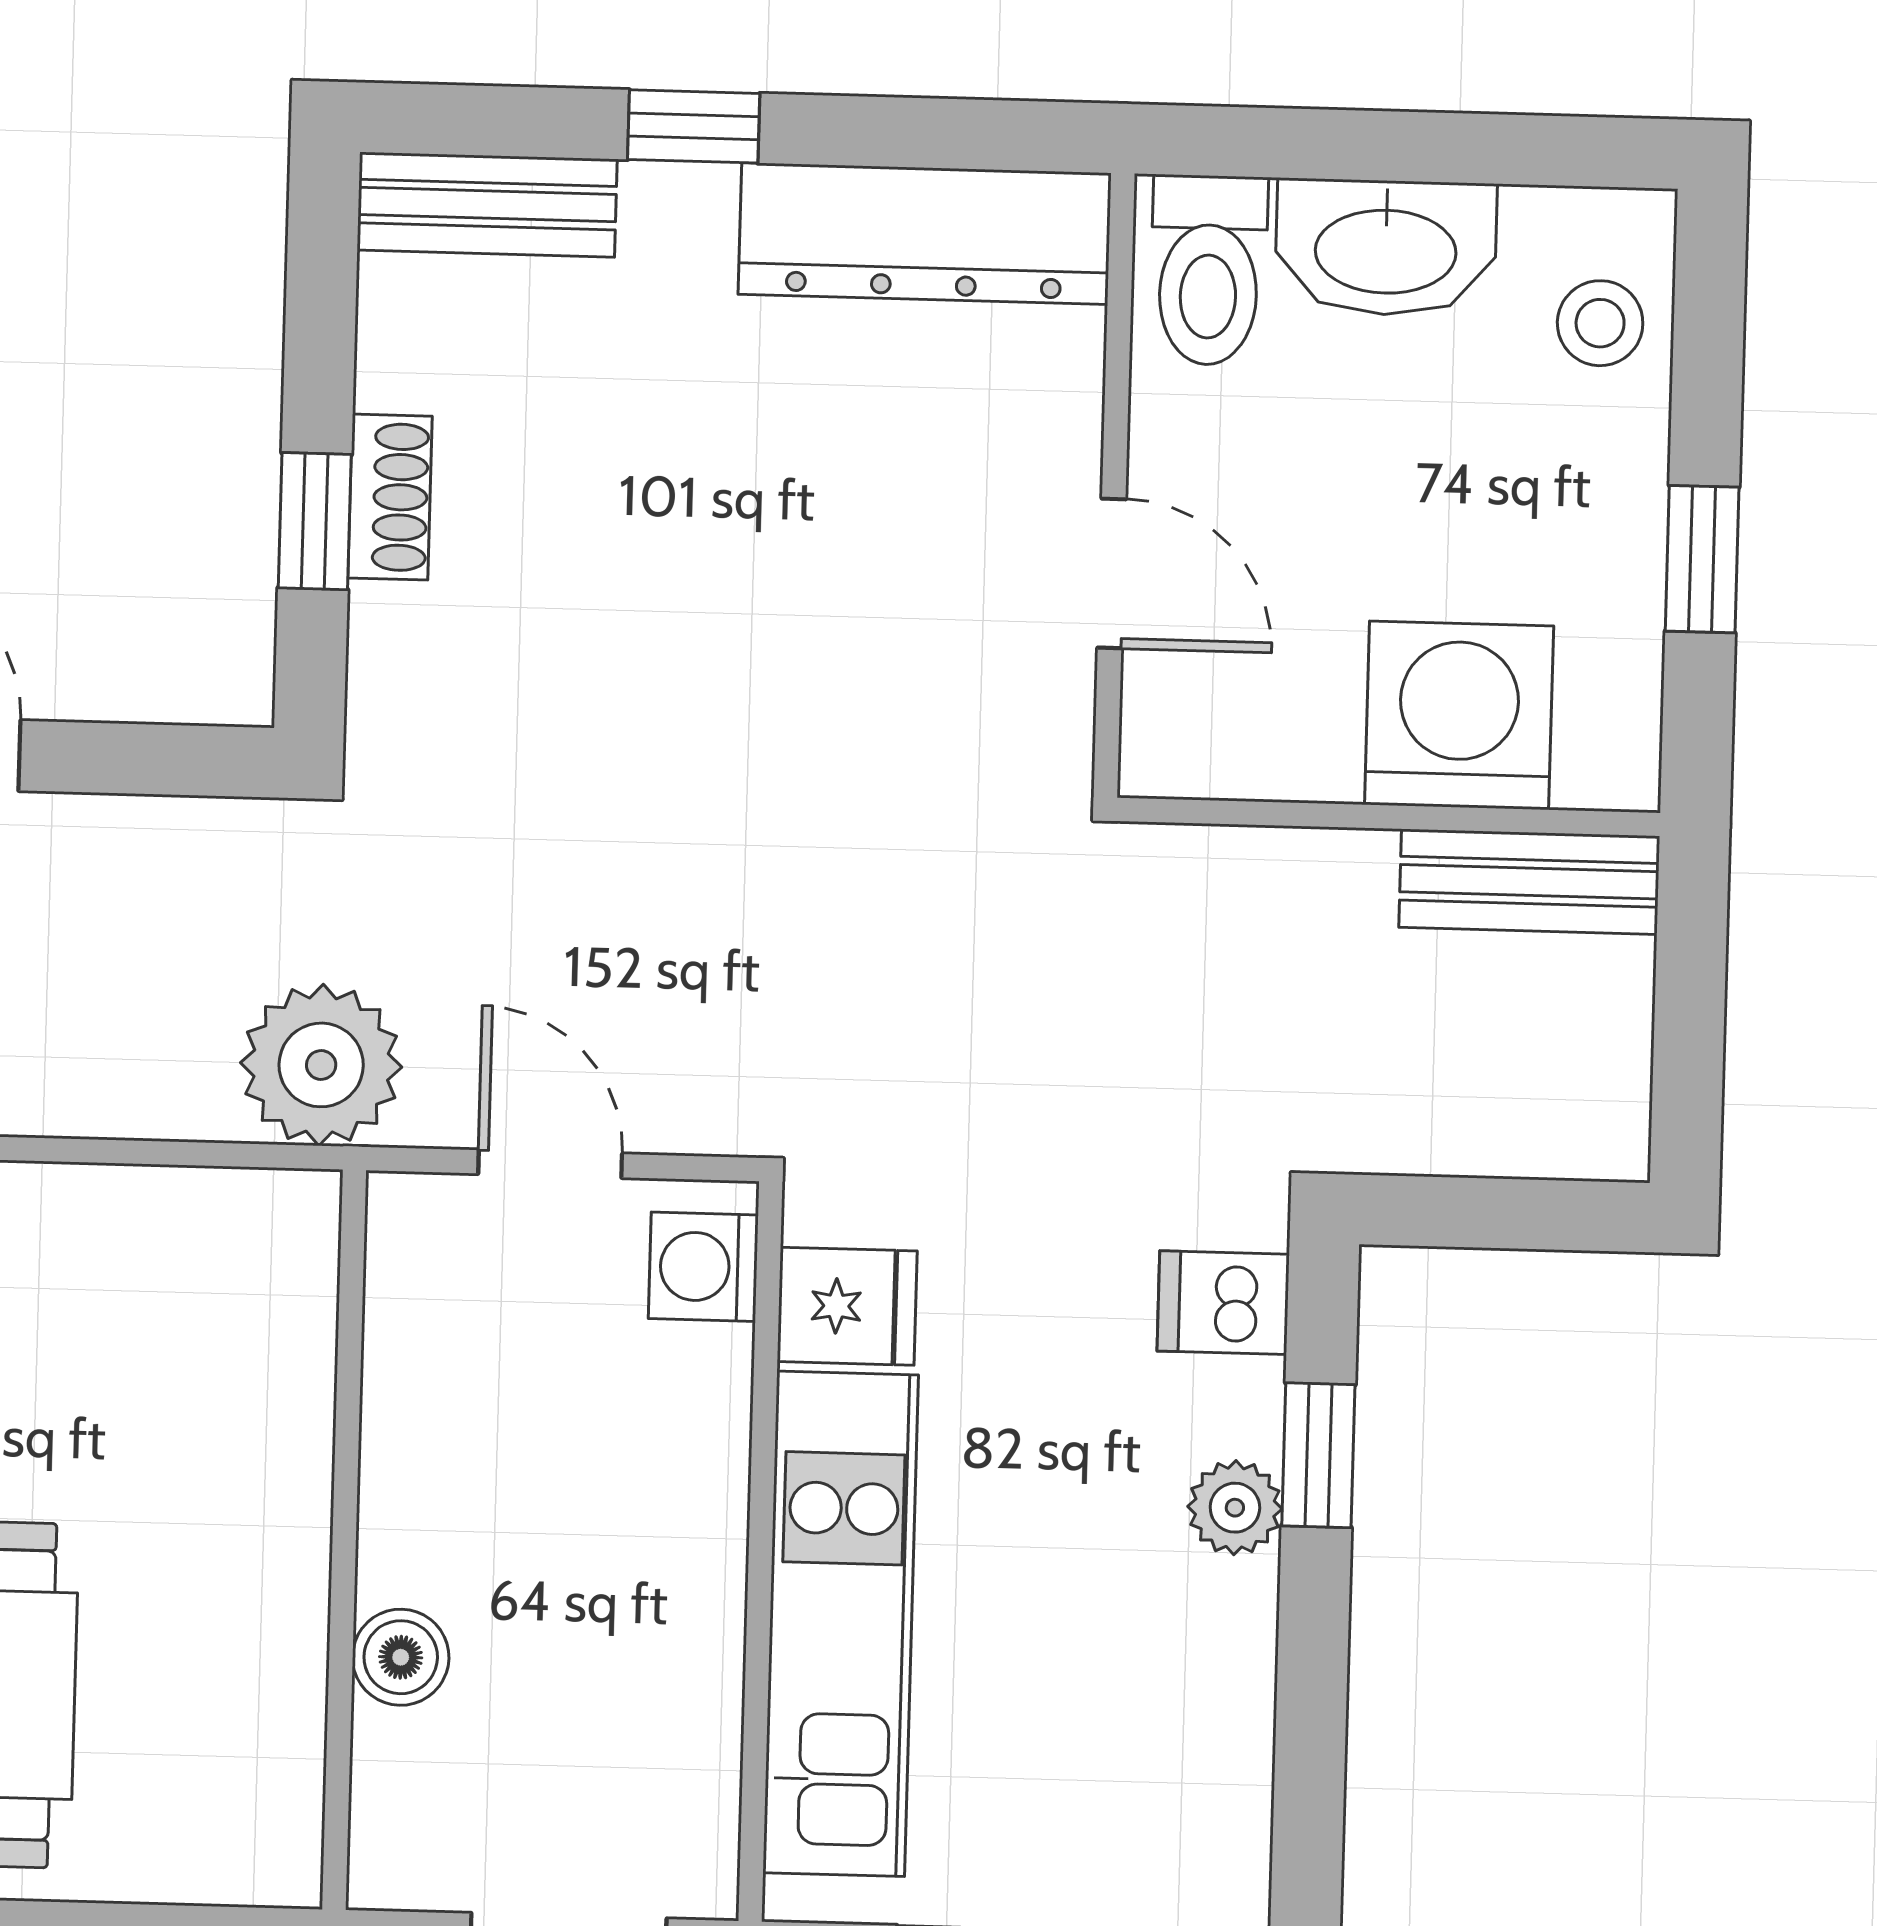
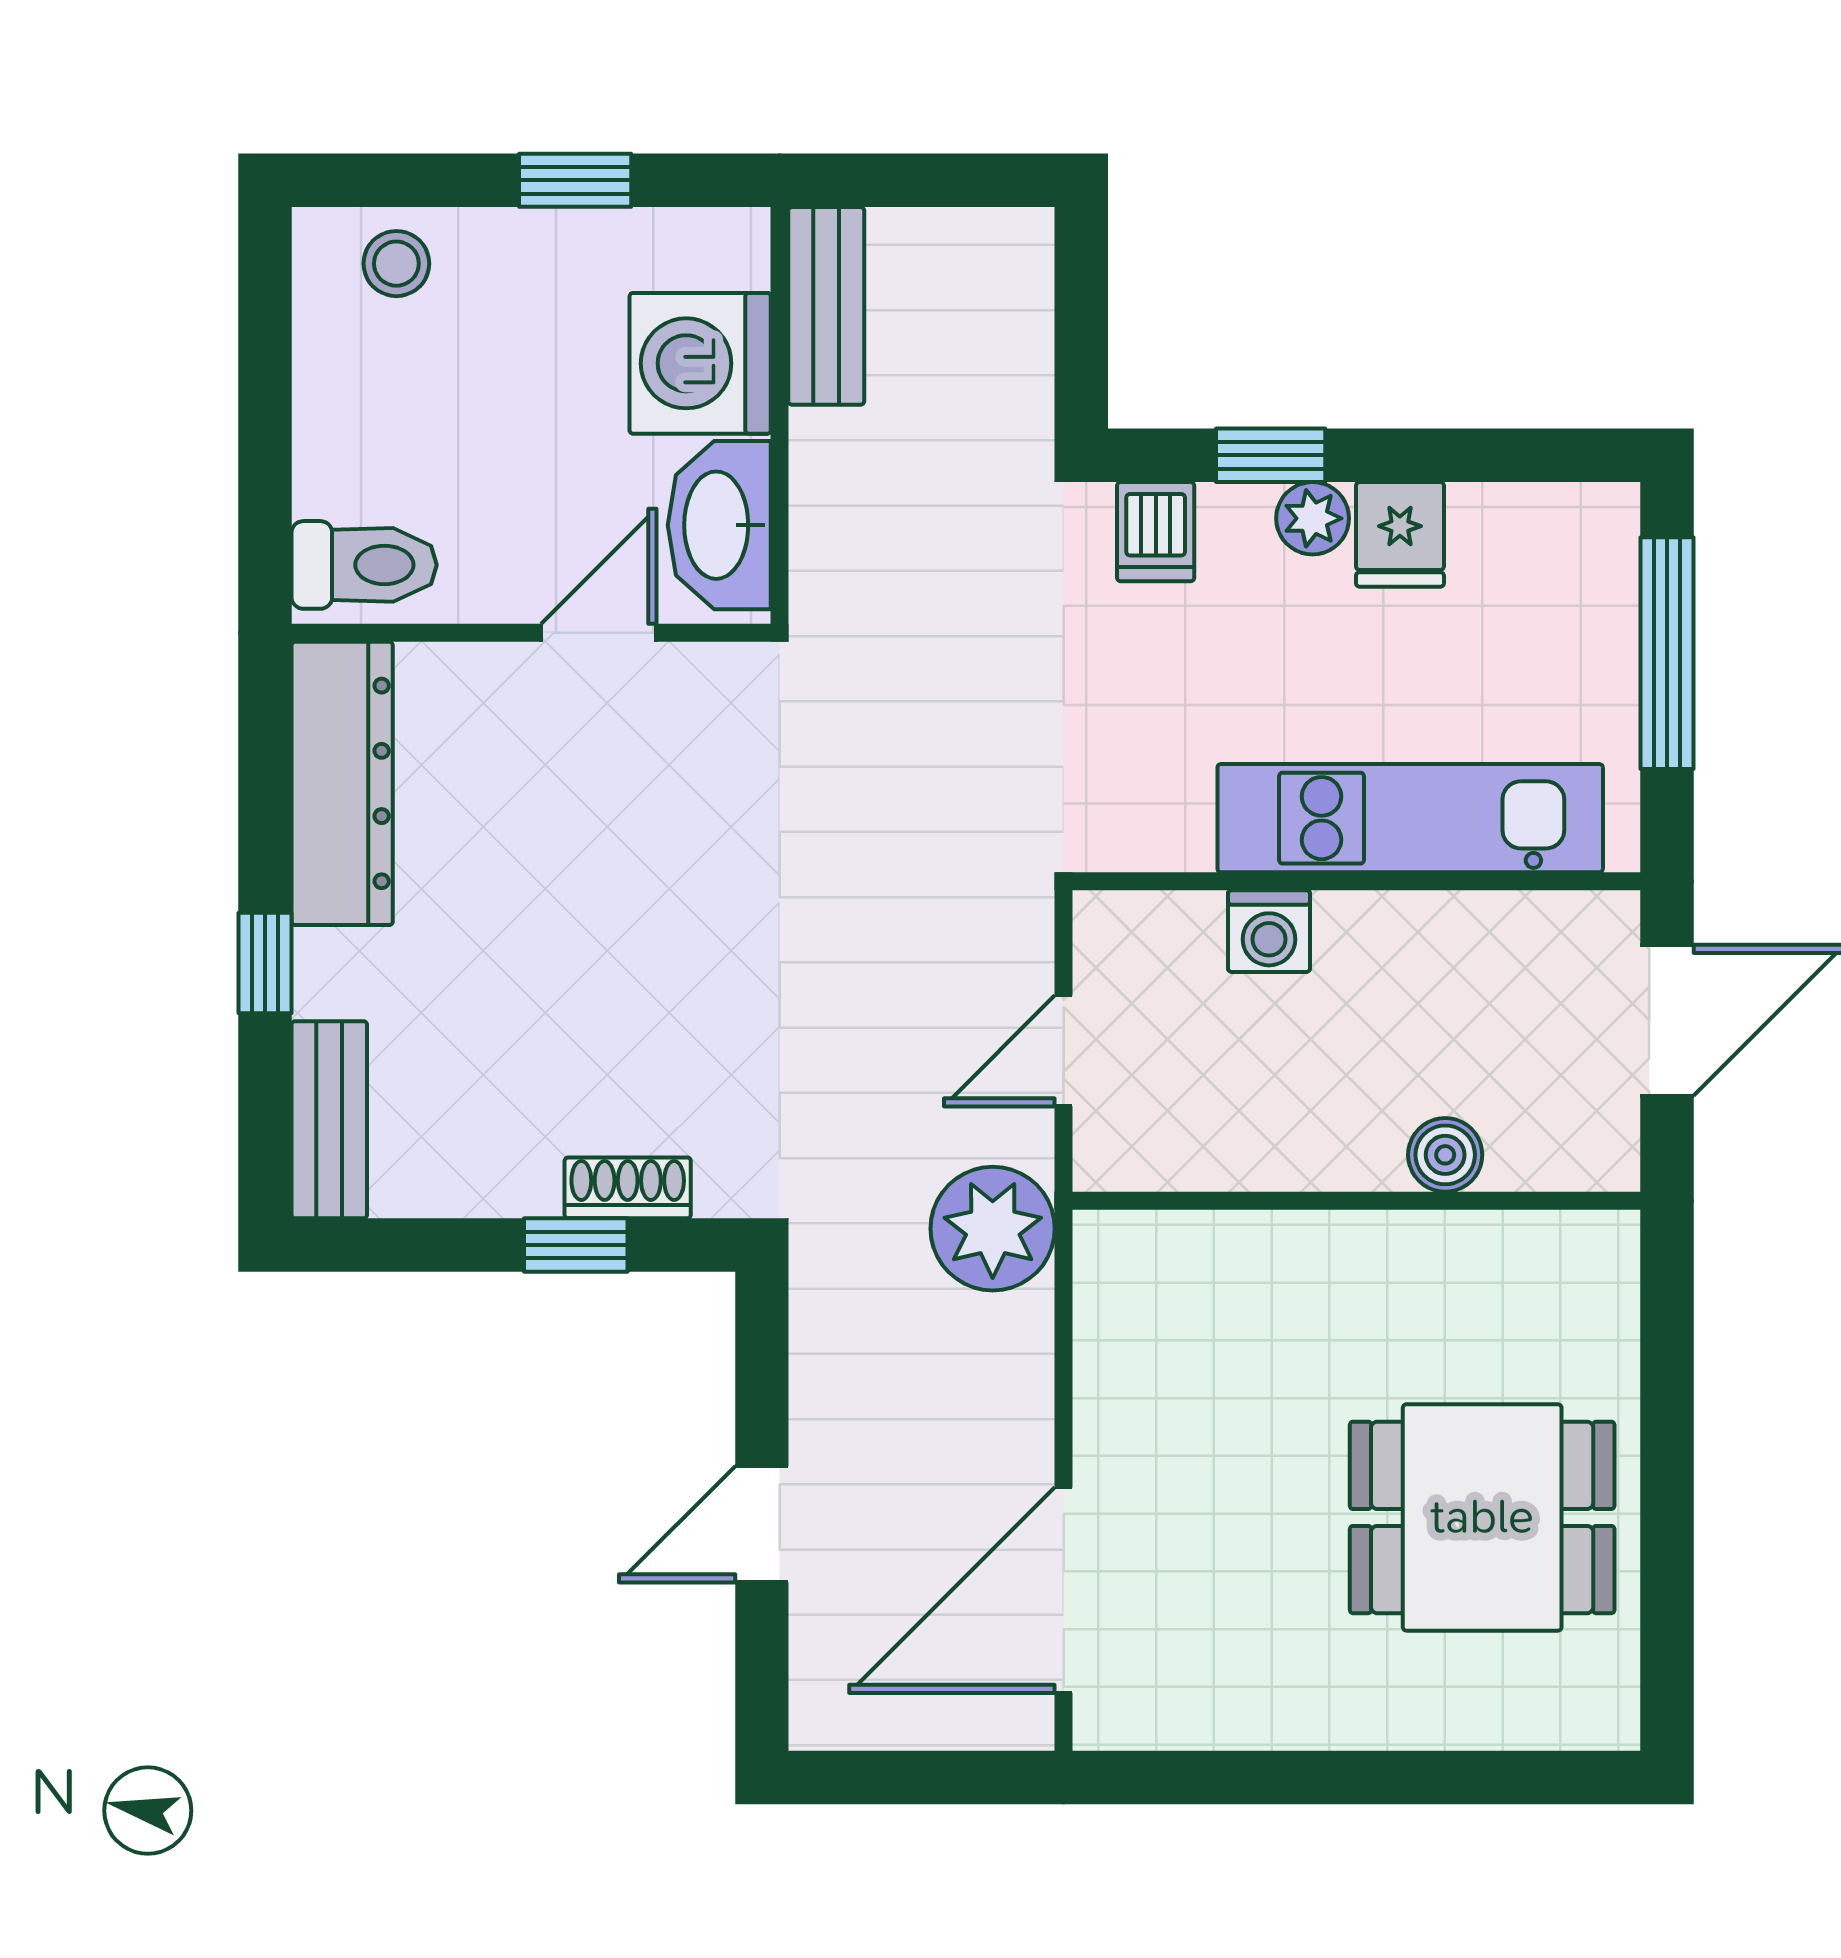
washbasin: (1386, 248) -> (719, 525), moved, turned 180
shoe rack: (390, 497) -> (628, 1188), moved
washing machine: (703, 1267) -> (1269, 931), moved
fridge: (847, 1306) -> (1400, 534), moved, turned 180

